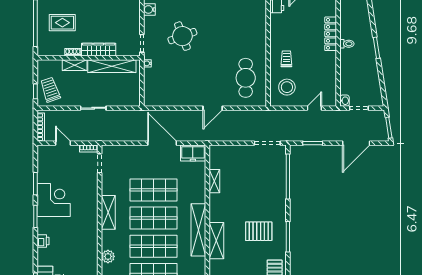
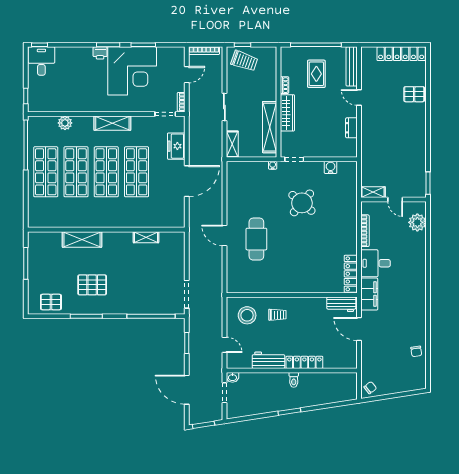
round table: (182, 36) -> (302, 203), turned -30
shelving: (75, 65) -> (232, 144), moved
workbench: (329, 67) -> (268, 360), added
cafe table: (246, 78) -> (256, 239), moved, turned 90
trolley: (50, 90) -> (244, 61), turned 38
freezer: (193, 153) -> (176, 146), moved
corner desk: (54, 200) -> (132, 71), width x1.36, depth x1.36
shelving: (198, 230) -> (94, 220), removed
pallet: (259, 231) -> (92, 285), turned 90
printer: (43, 241) -> (100, 53), moved

